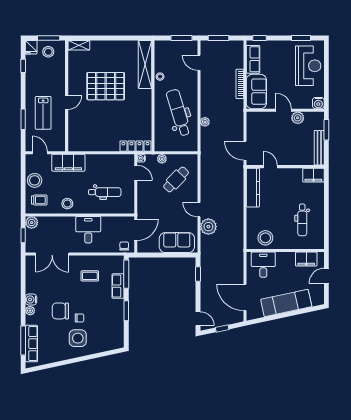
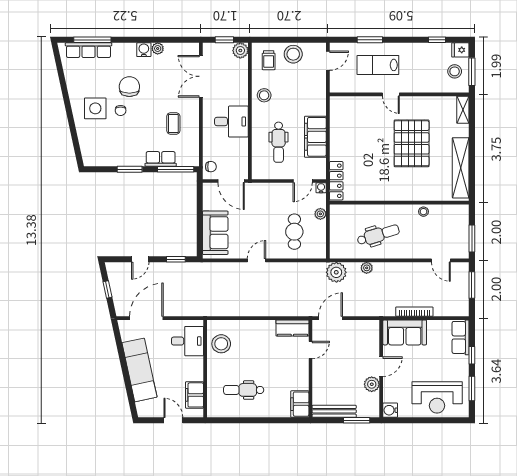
window: (260, 38) -> (472, 355), moved
row of seats: (253, 59) -> (461, 337), moved, turned 90
door: (199, 63) -> (441, 260), swing flipped
shelving: (145, 64) -> (461, 168), moved, turned 90
dental chair: (179, 113) -> (378, 235), width x0.73, depth x0.72
filing cabinet: (68, 163) -> (315, 137), moved
cafe table: (176, 179) -> (294, 232), turned 46
kitchen counter: (253, 188) -> (292, 328), width x0.67
plant: (208, 227) -> (336, 272), moved
plant: (30, 311) -> (158, 49), moved
door: (198, 319) -> (140, 259), moved

